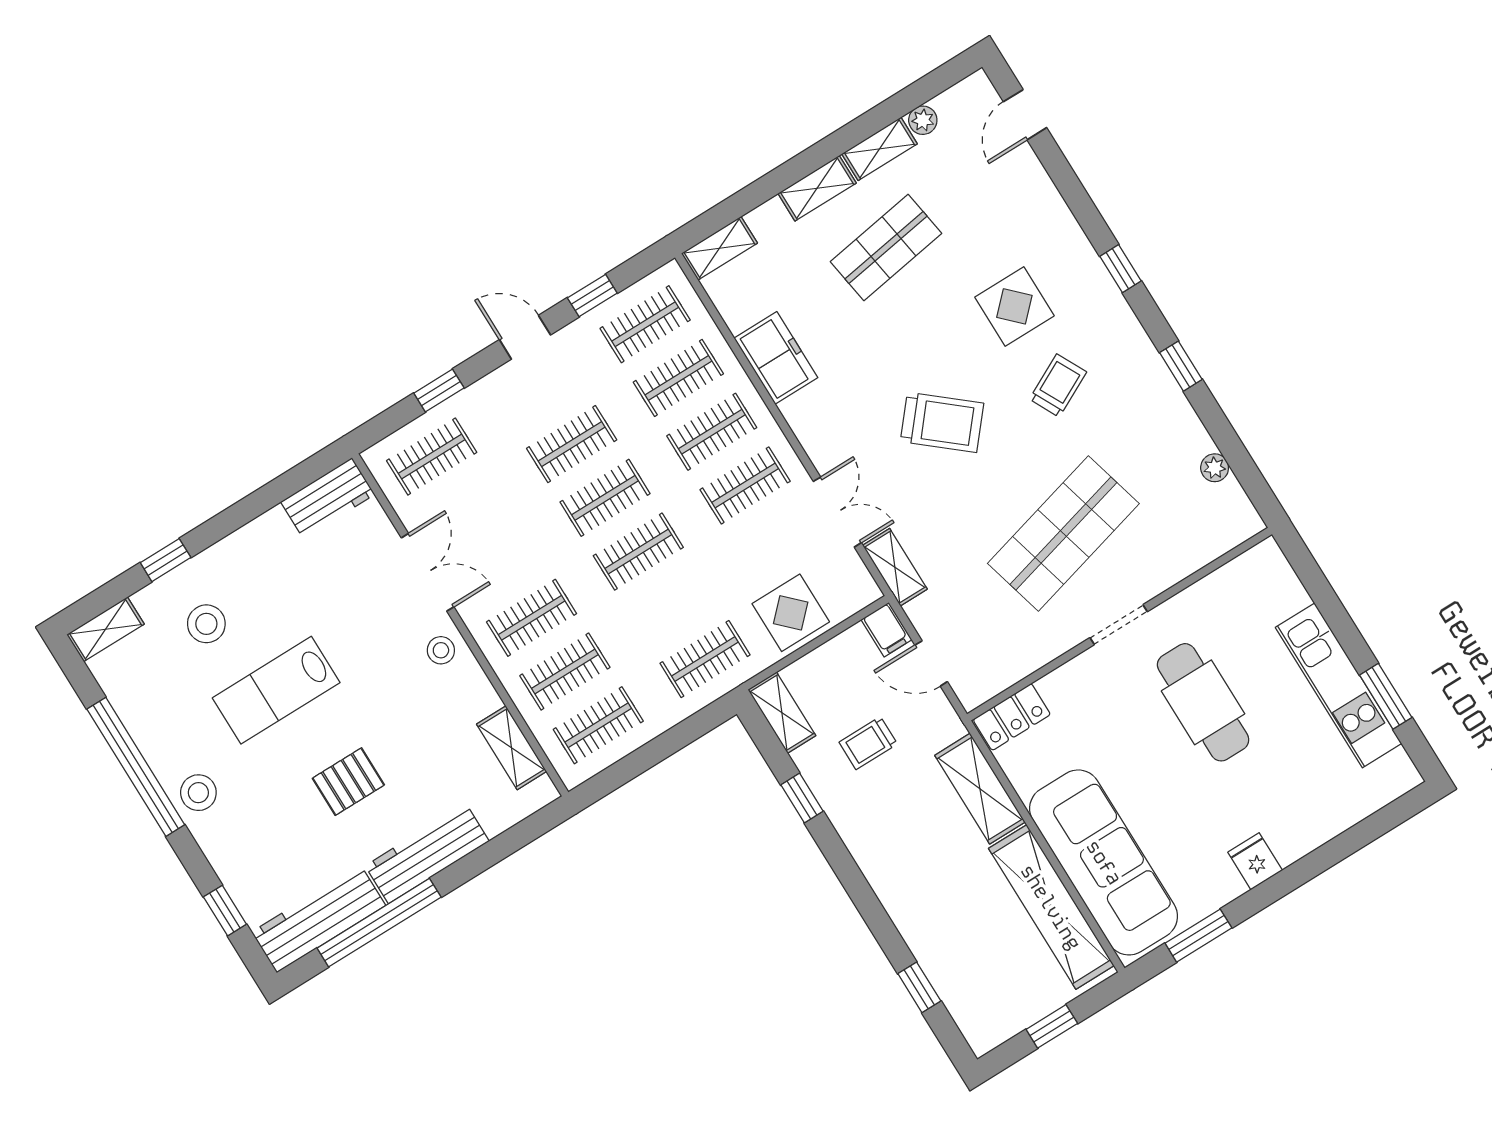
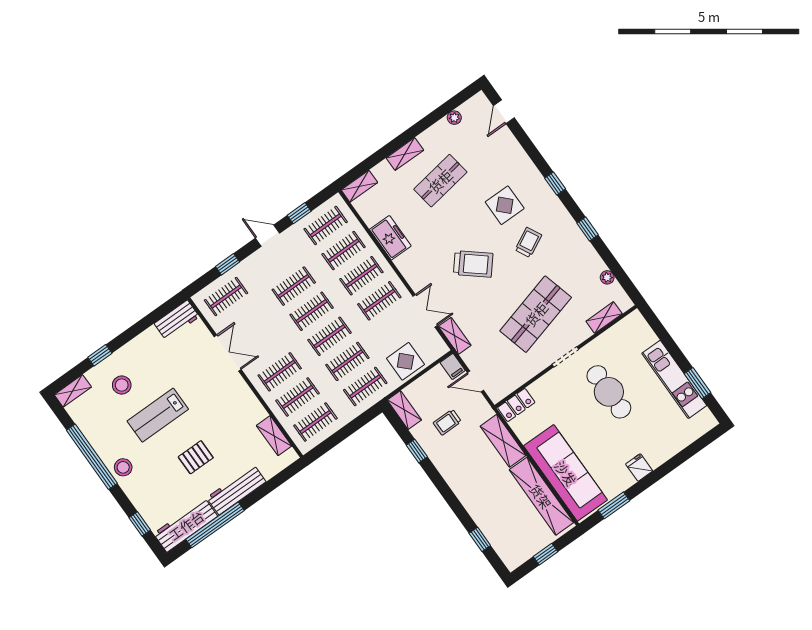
shelving: (879, 149) -> (604, 318), moved
clothes rail: (672, 605) -> (347, 361), added
stool: (441, 650) -> (237, 390), removed

